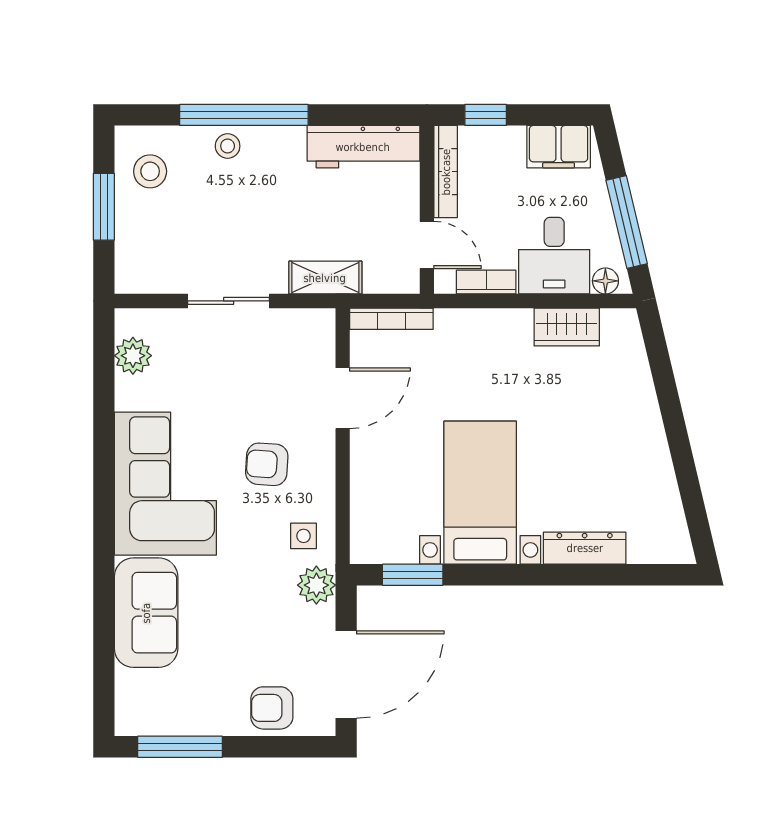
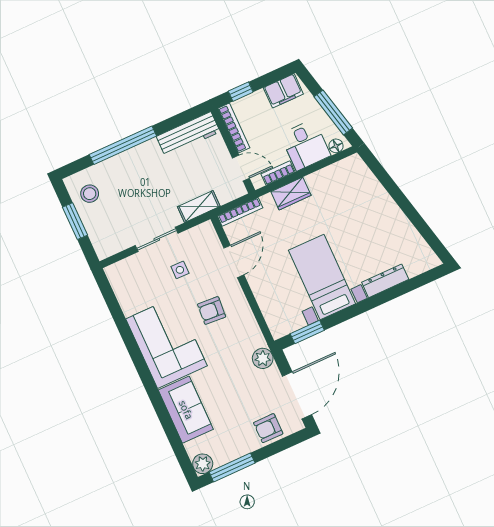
stool: (228, 146) -> (122, 164), removed
wardrobe: (567, 327) -> (291, 194), moved
plant: (133, 356) -> (203, 464), moved
side table: (304, 536) -> (180, 270), moved

